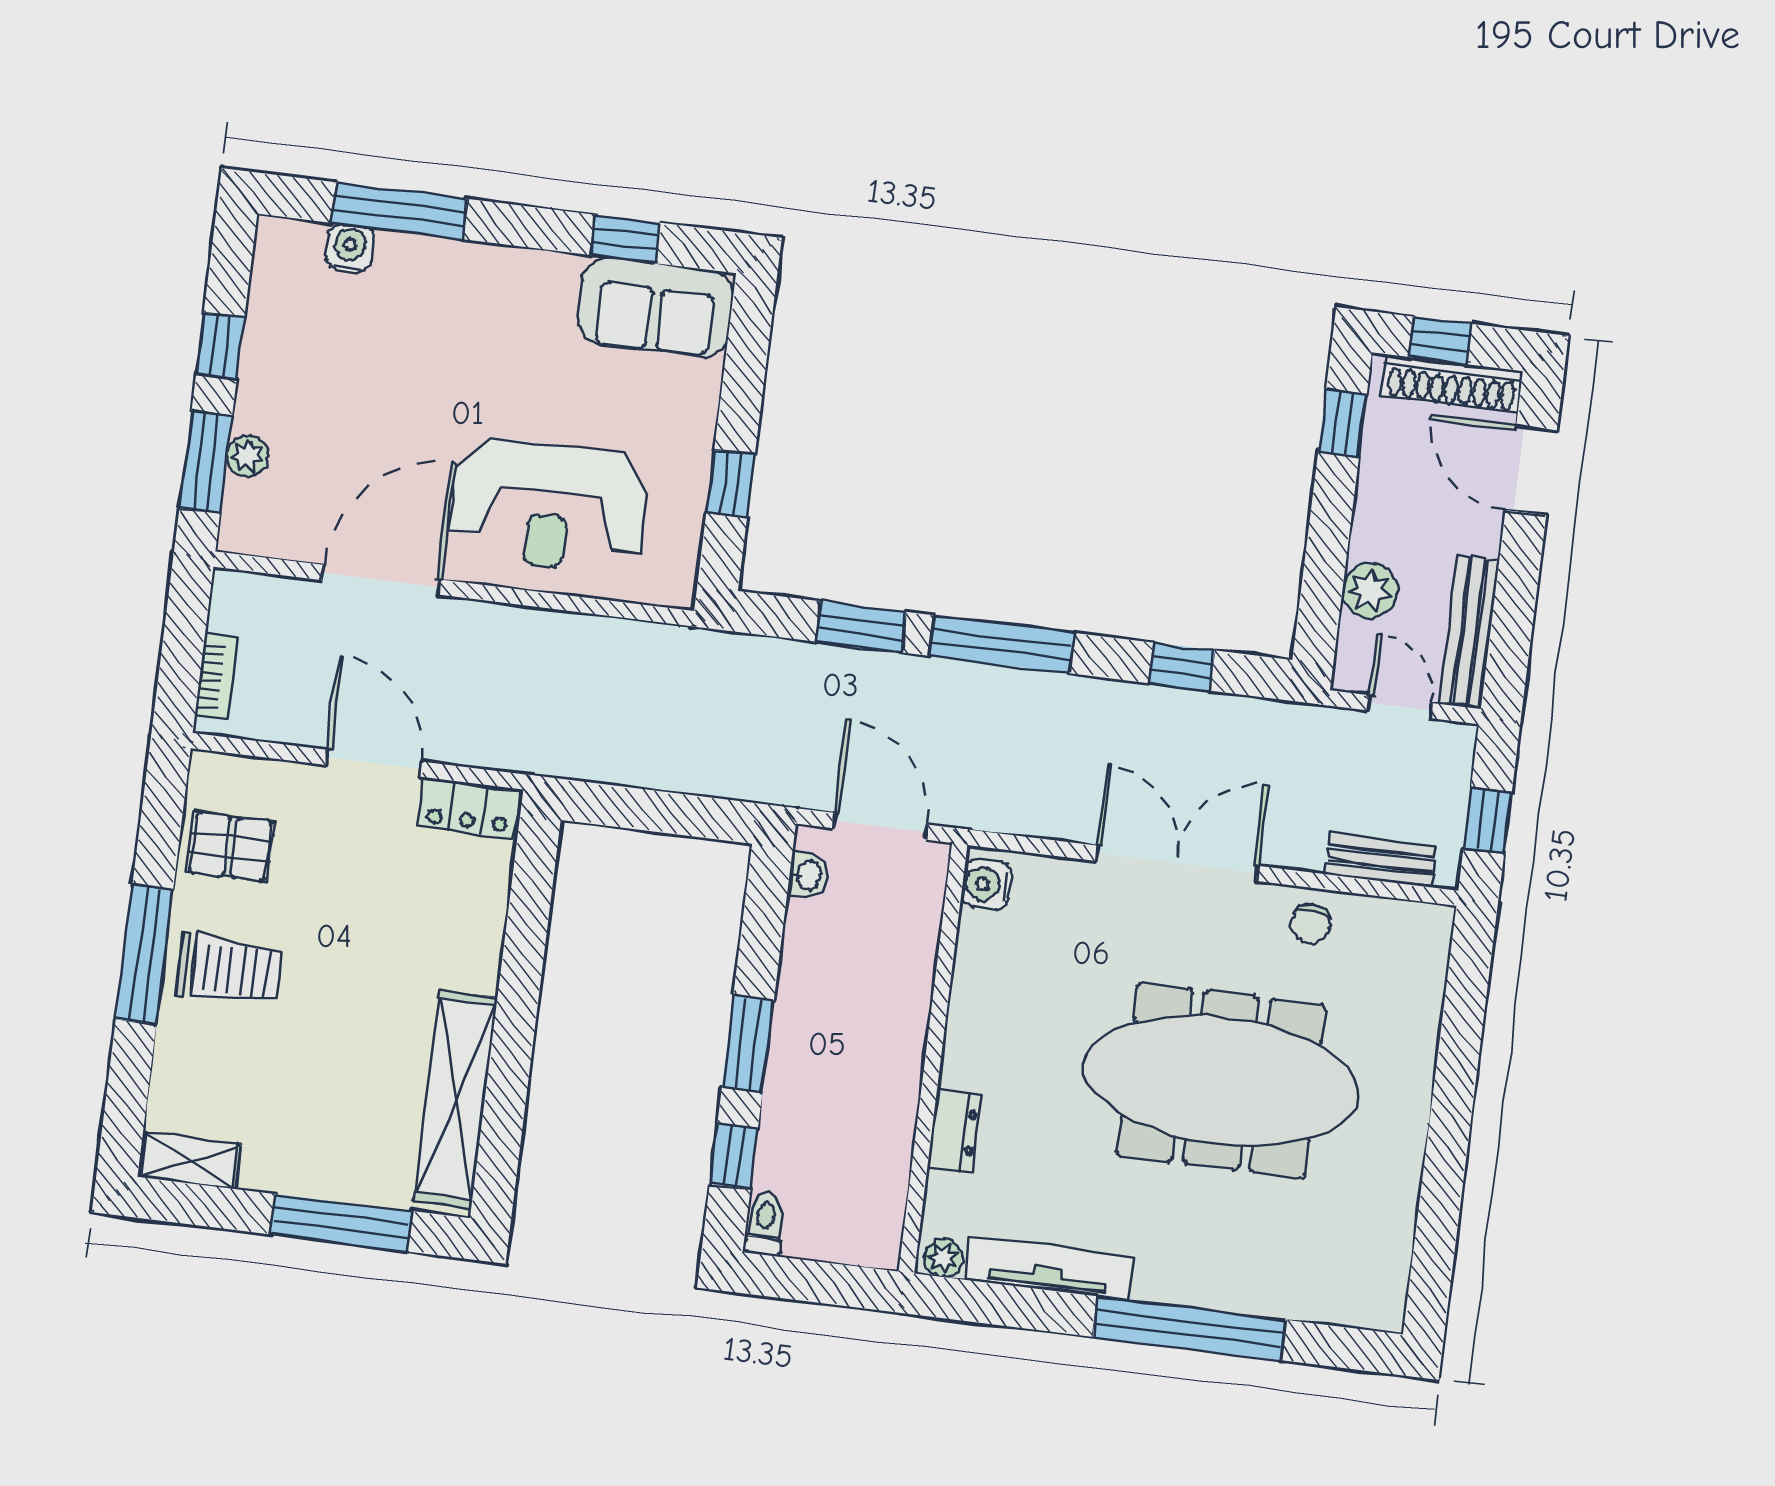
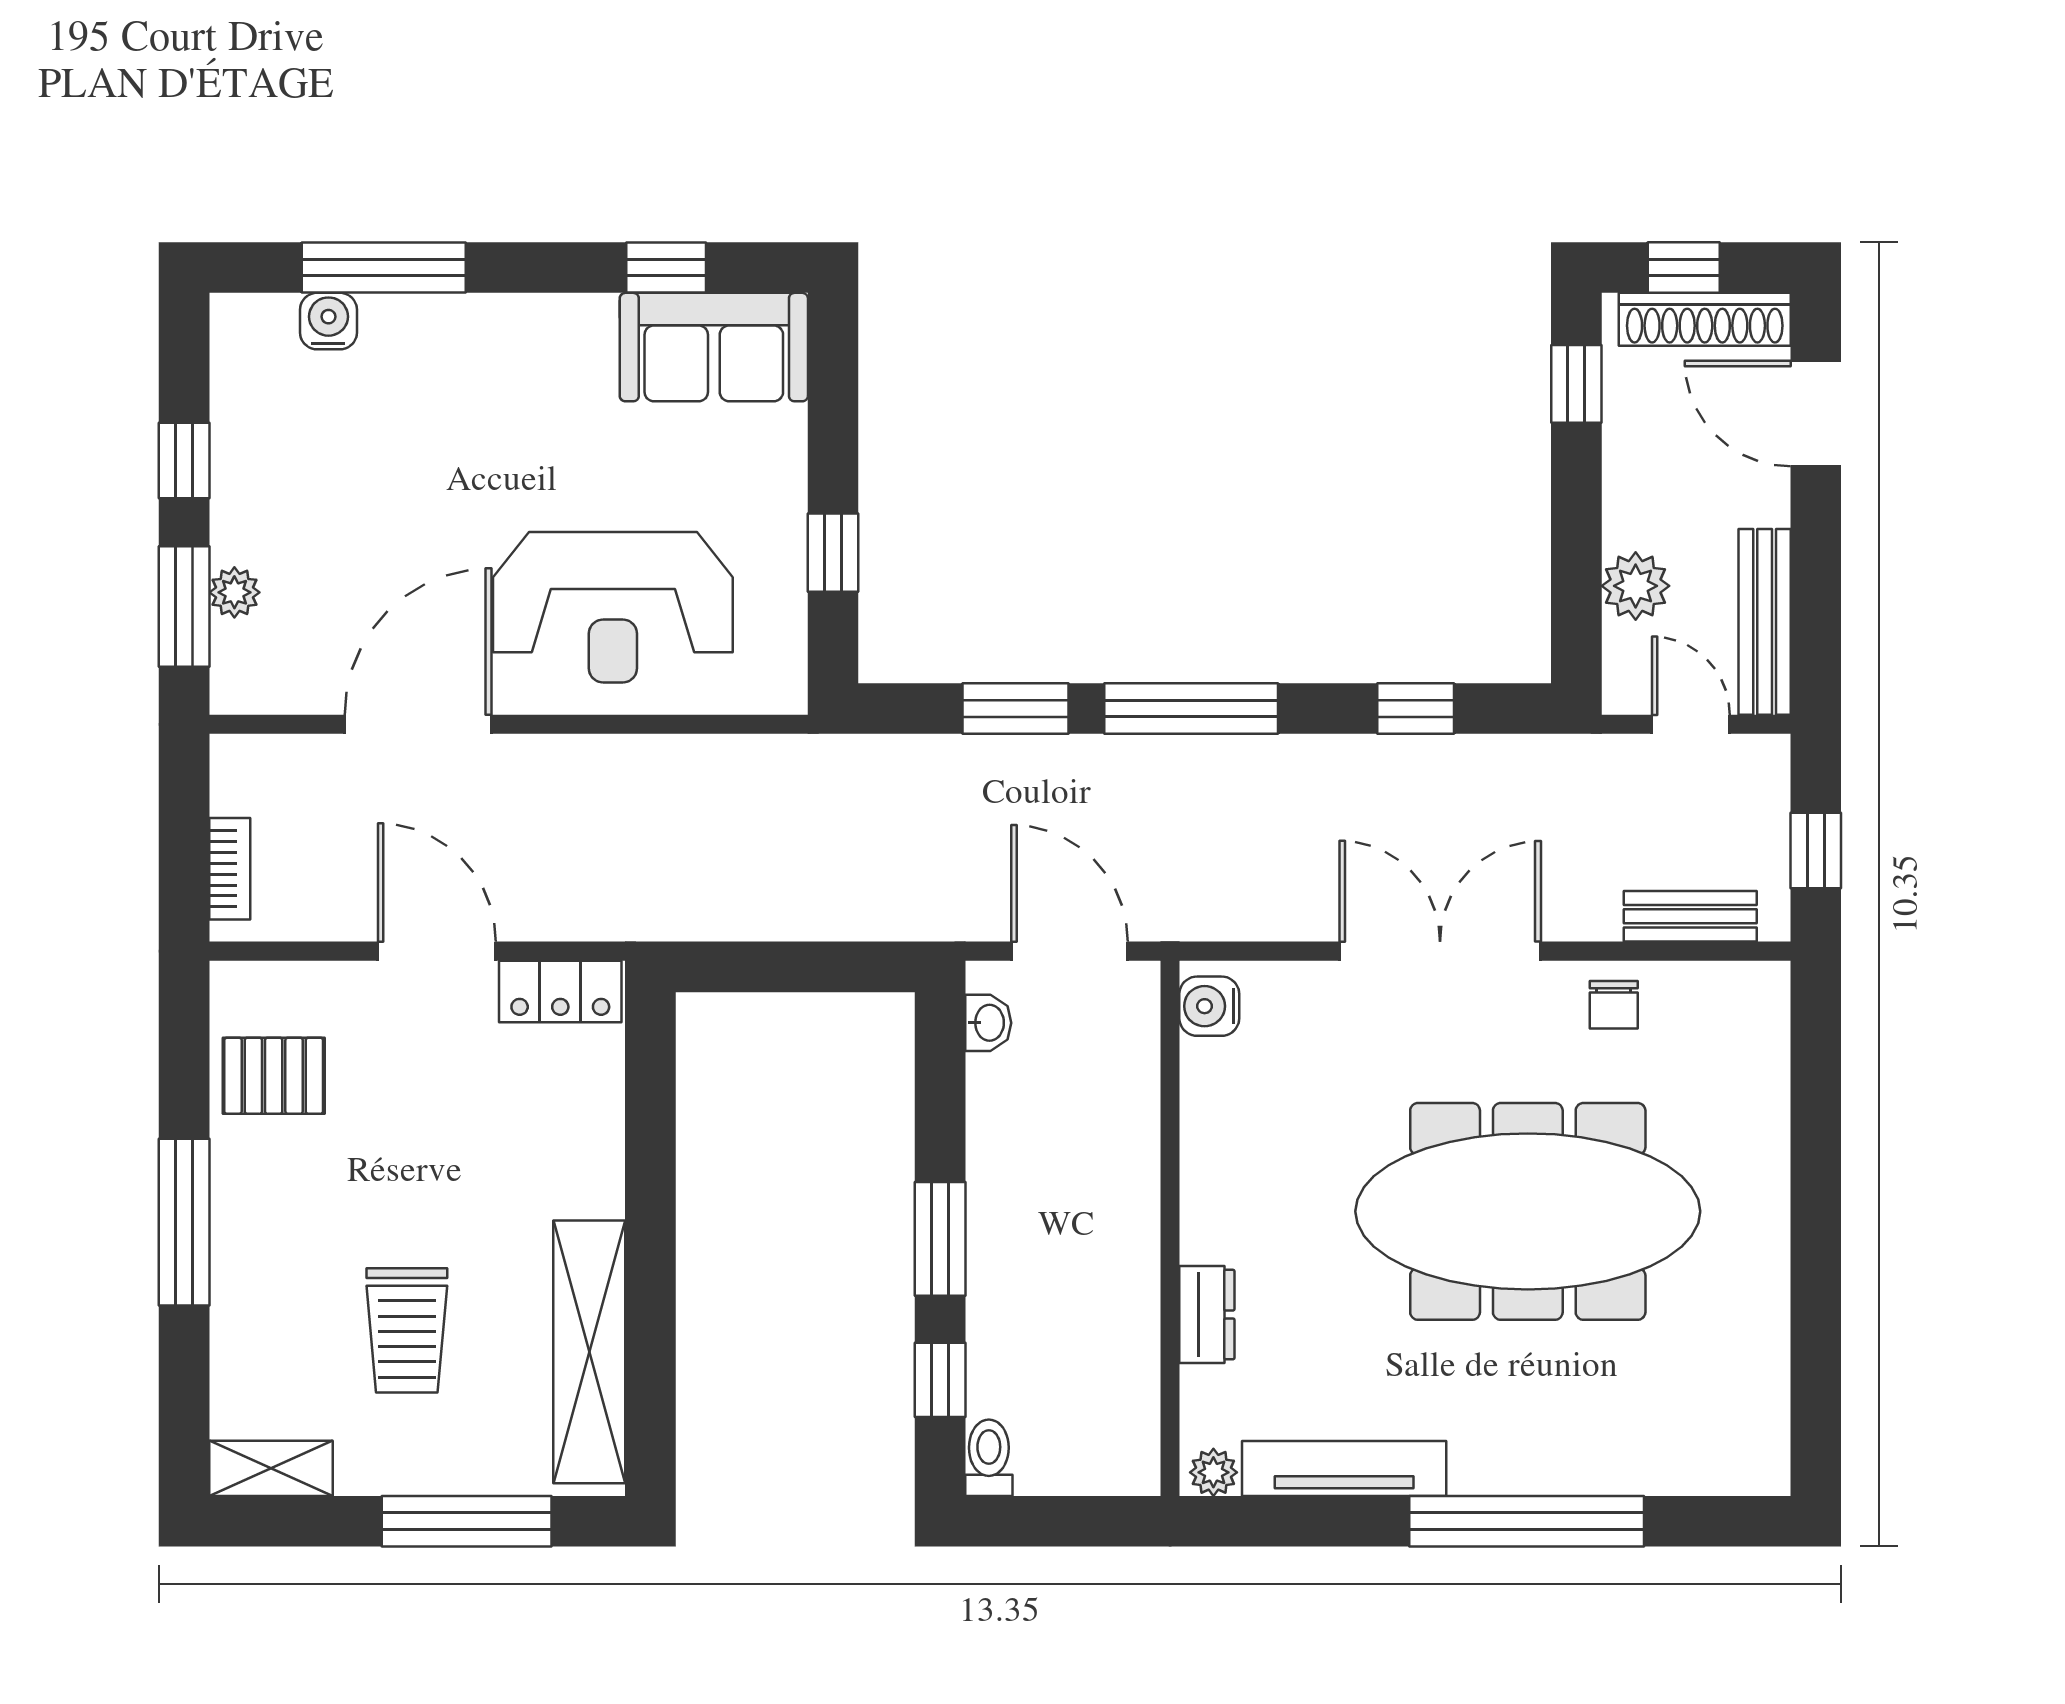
trolley: (229, 970) -> (407, 1330), moved, turned 90

